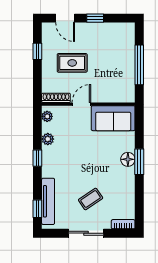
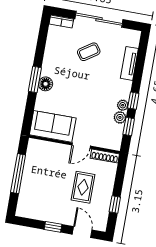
rug: (72, 63) -> (83, 187), turned 90
plant: (47, 116) -> (123, 105), moved
tv unit: (48, 201) -> (129, 63), width x0.71
window: (37, 209) -> (129, 126), moved
sliding door: (86, 233) -> (99, 19), width x1.37

